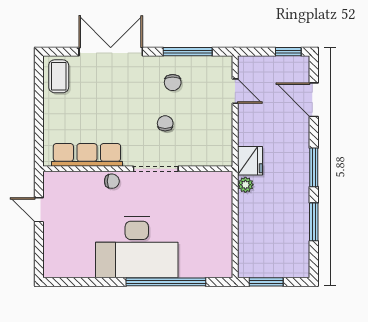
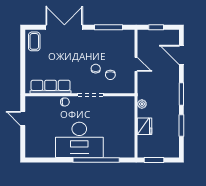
window: (288, 52) -> (156, 27), moved
chair: (173, 82) -> (110, 75), moved
door: (235, 91) -> (136, 64), moved
fridge: (250, 161) -> (145, 126), moved

